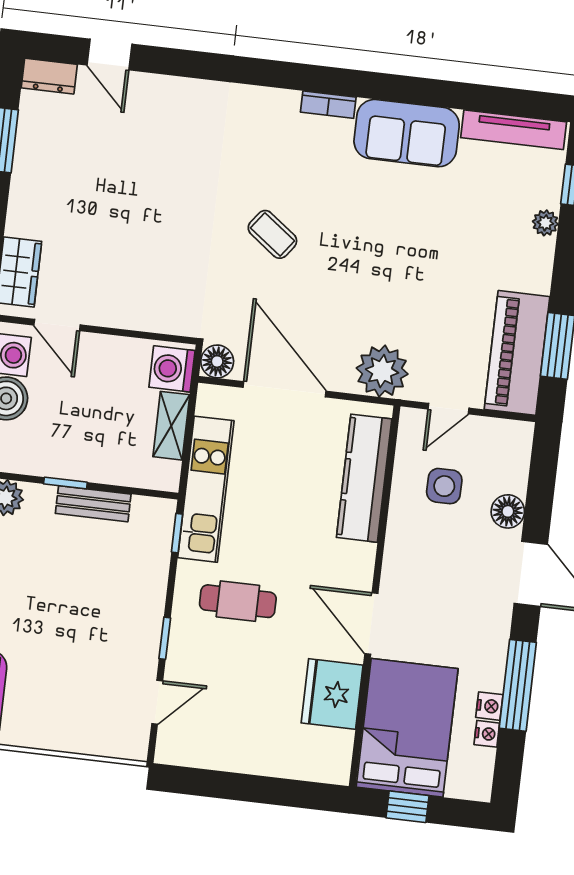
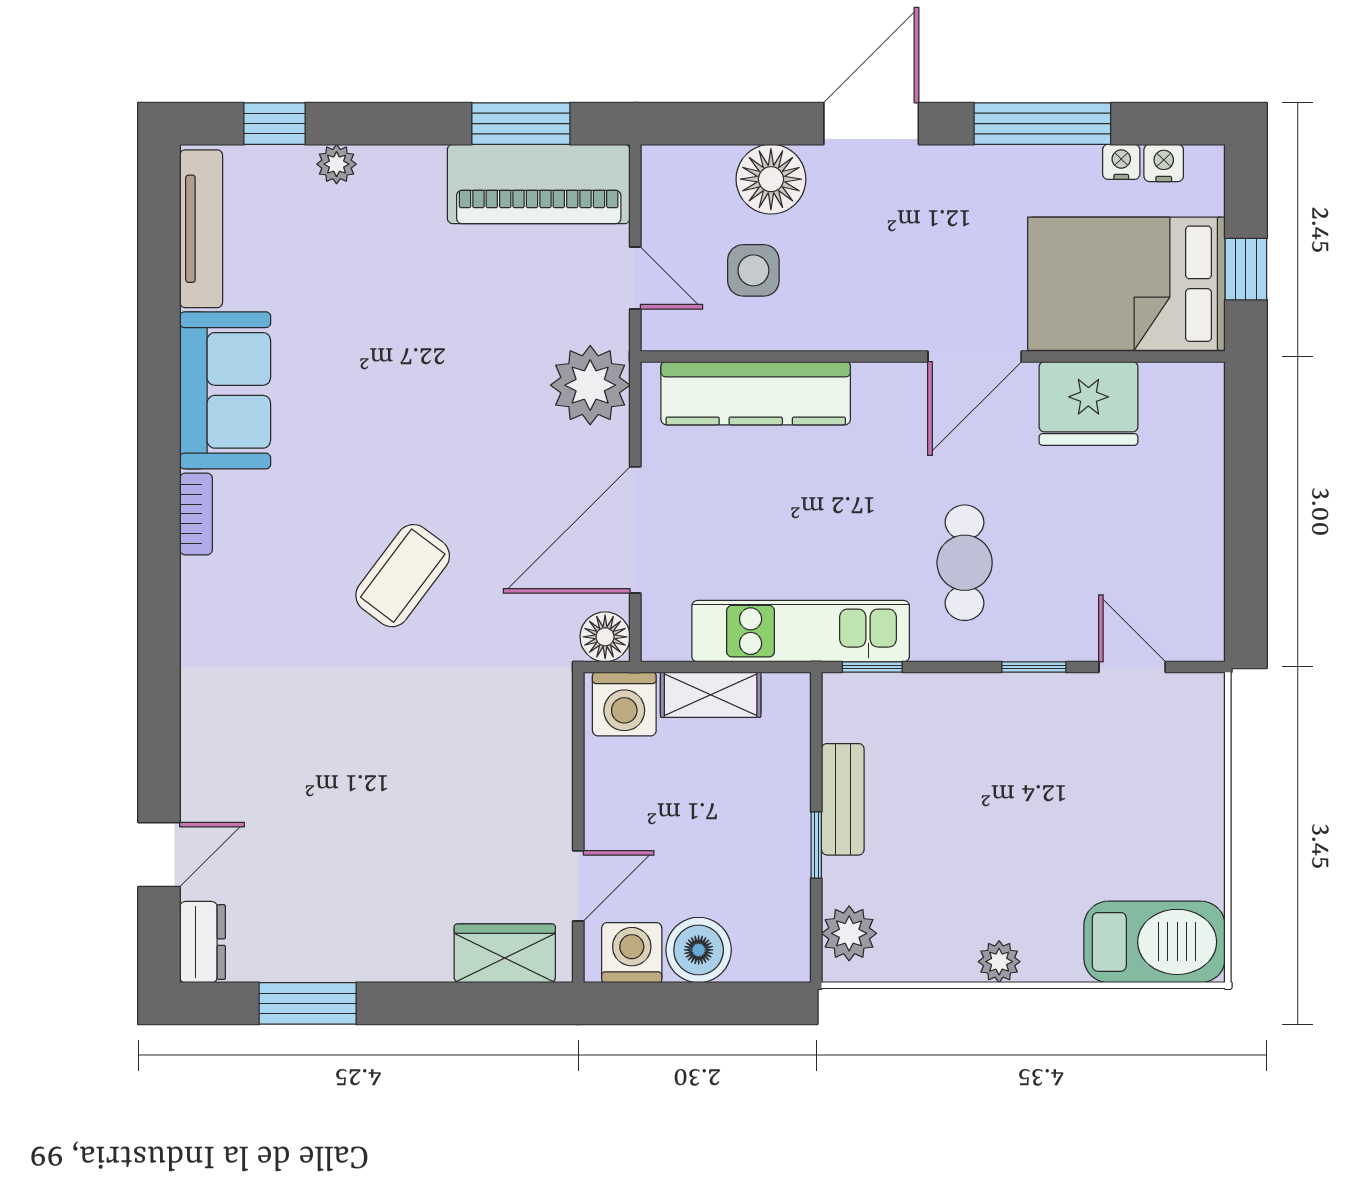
coffee table: (272, 234) -> (403, 576), width x1.36, depth x1.30
floor lamp: (508, 511) -> (771, 179), width x1.38, depth x1.38
nightstand: (489, 706) -> (1164, 163), moved

